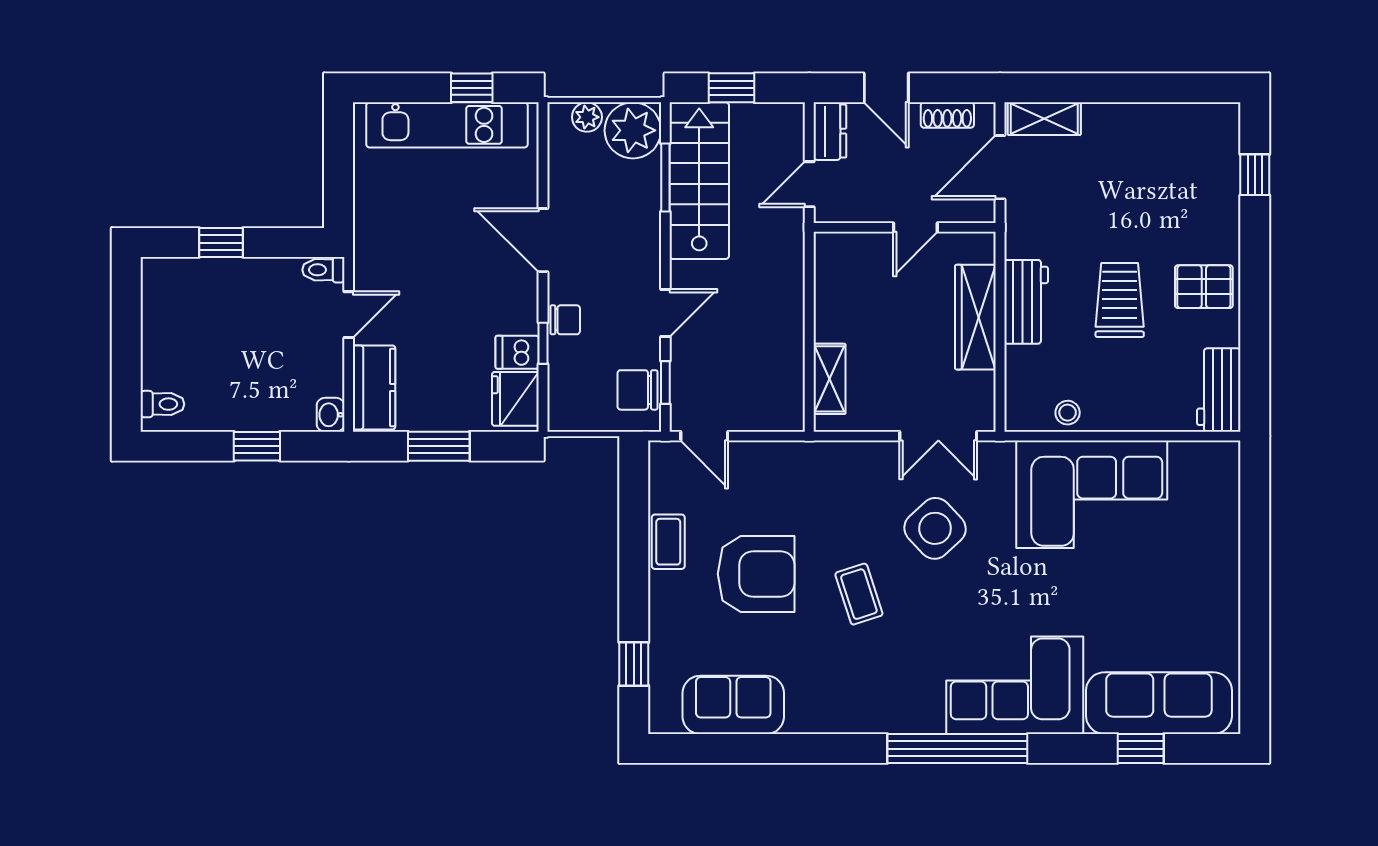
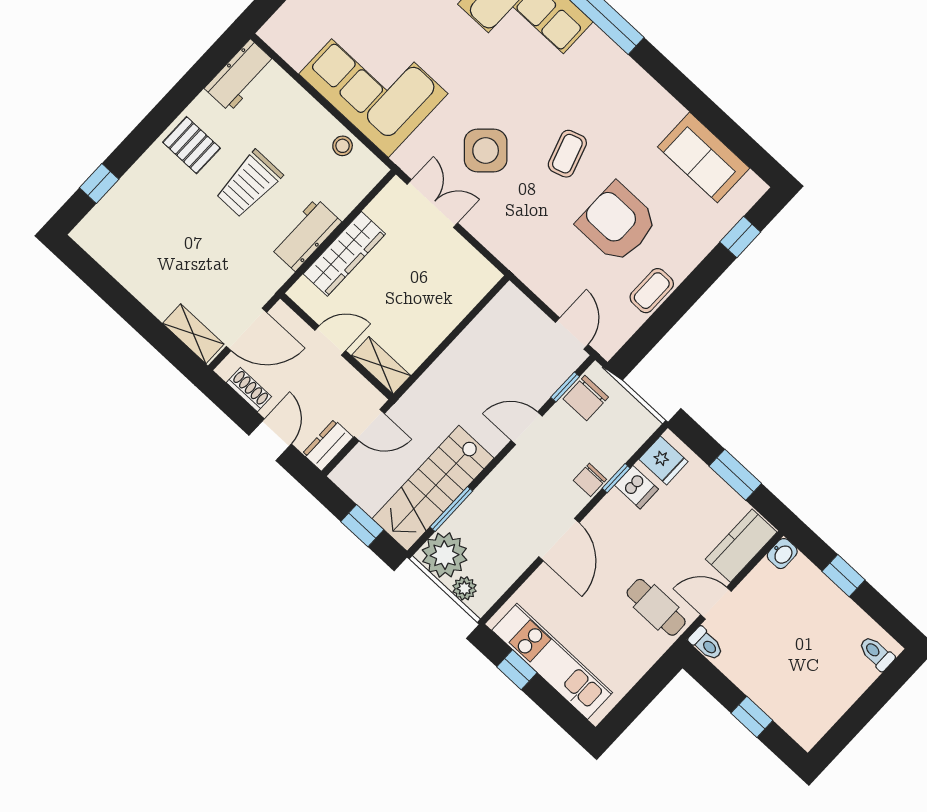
cafe table: (399, 261) -> (656, 607), added
chair: (565, 320) -> (590, 480), turned -90
shelving: (829, 379) -> (381, 365), moved, turned 90
chair: (638, 390) -> (586, 398), turned 90
fridge: (515, 399) -> (663, 460), width x0.72

